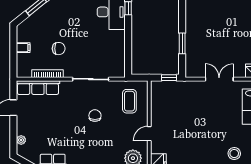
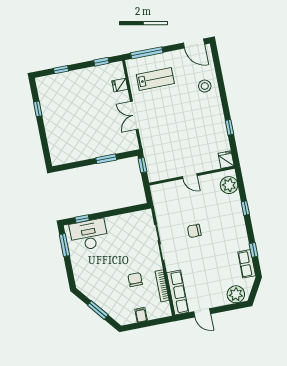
coffee table: (129, 101) -> (173, 200), removed
door: (149, 134) -> (190, 176), moved
plant: (21, 140) -> (236, 294), width x1.88, depth x1.88

